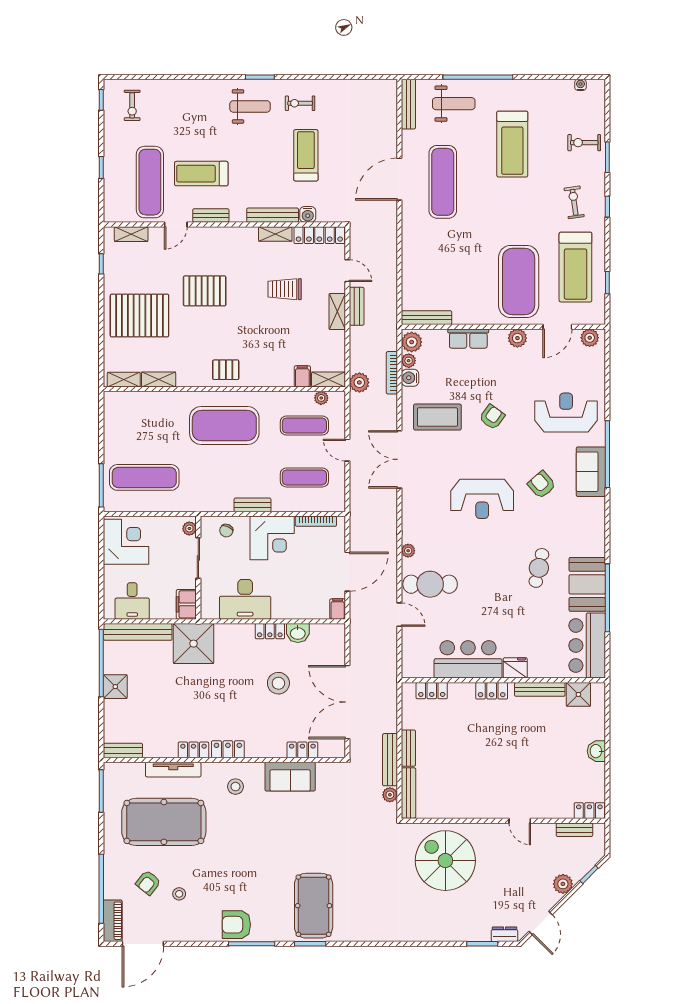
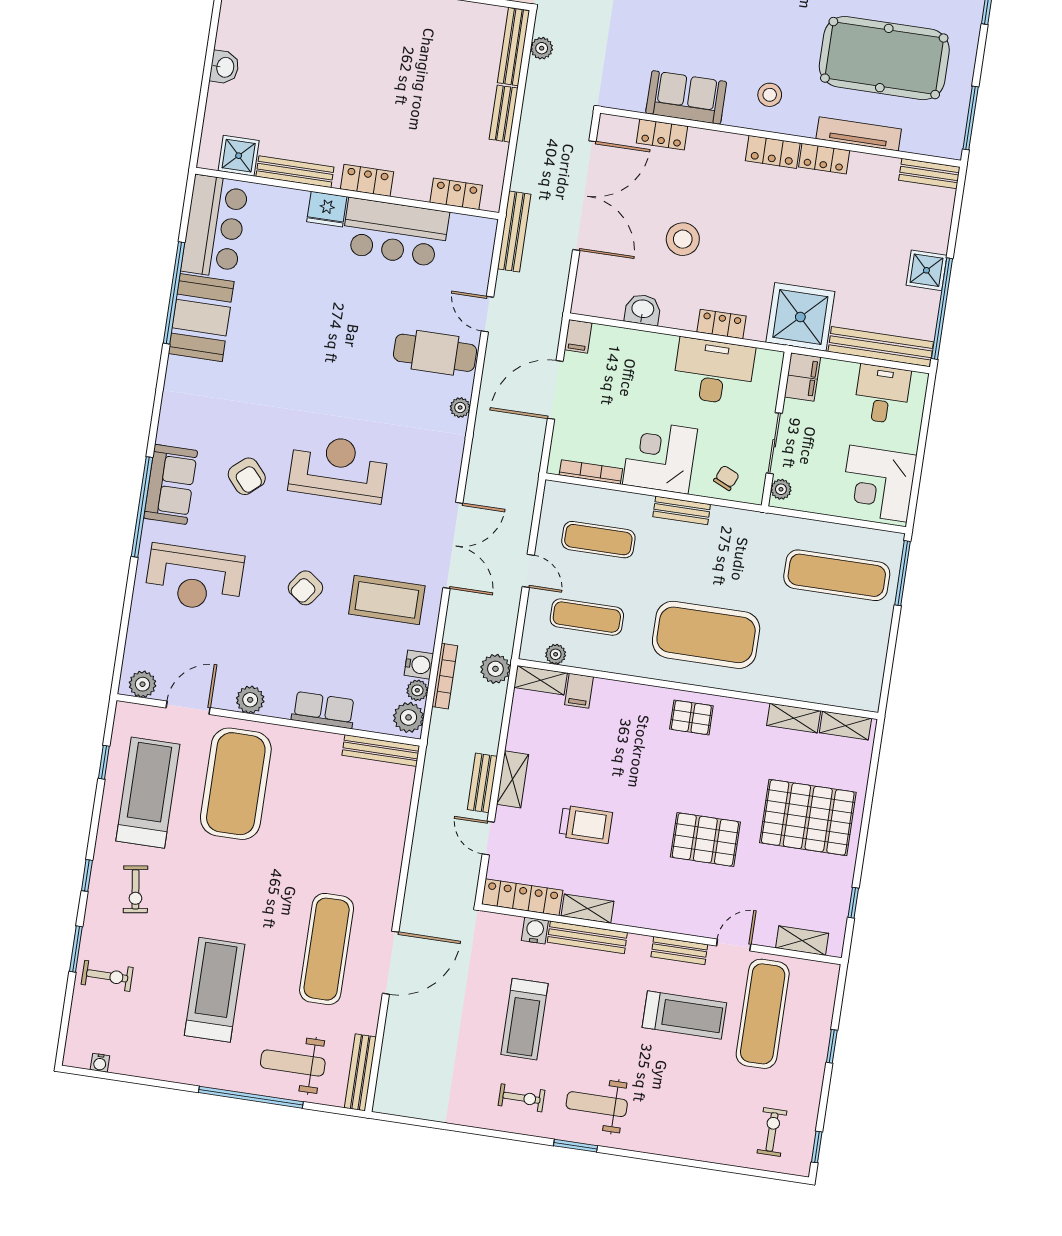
cafe table: (539, 568) -> (269, 353), removed
locker: (270, 631) -> (721, 324), moved
bench: (390, 760) -> (514, 231), moved

